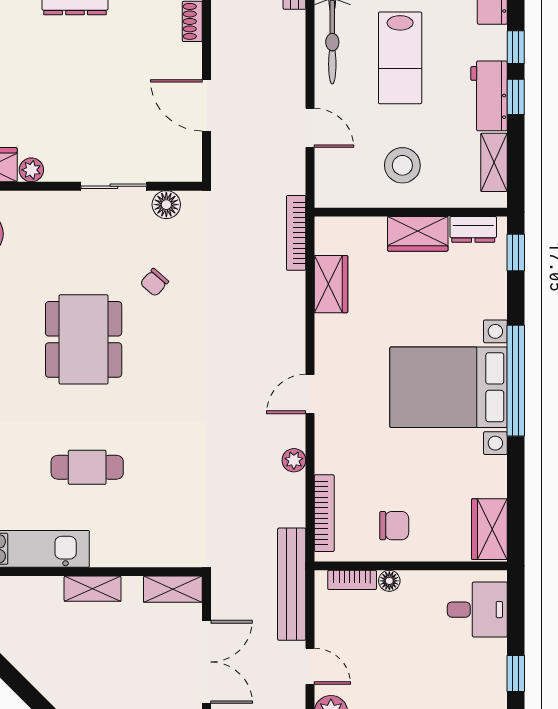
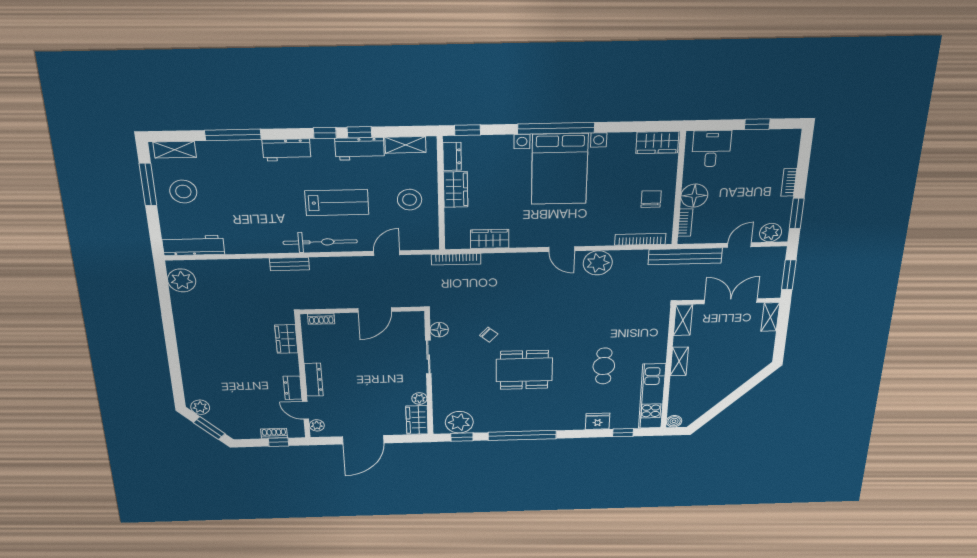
plant: (294, 460) -> (598, 263), width x1.88, depth x1.88
floor lamp: (389, 581) -> (694, 196), width x1.89, depth x1.89

